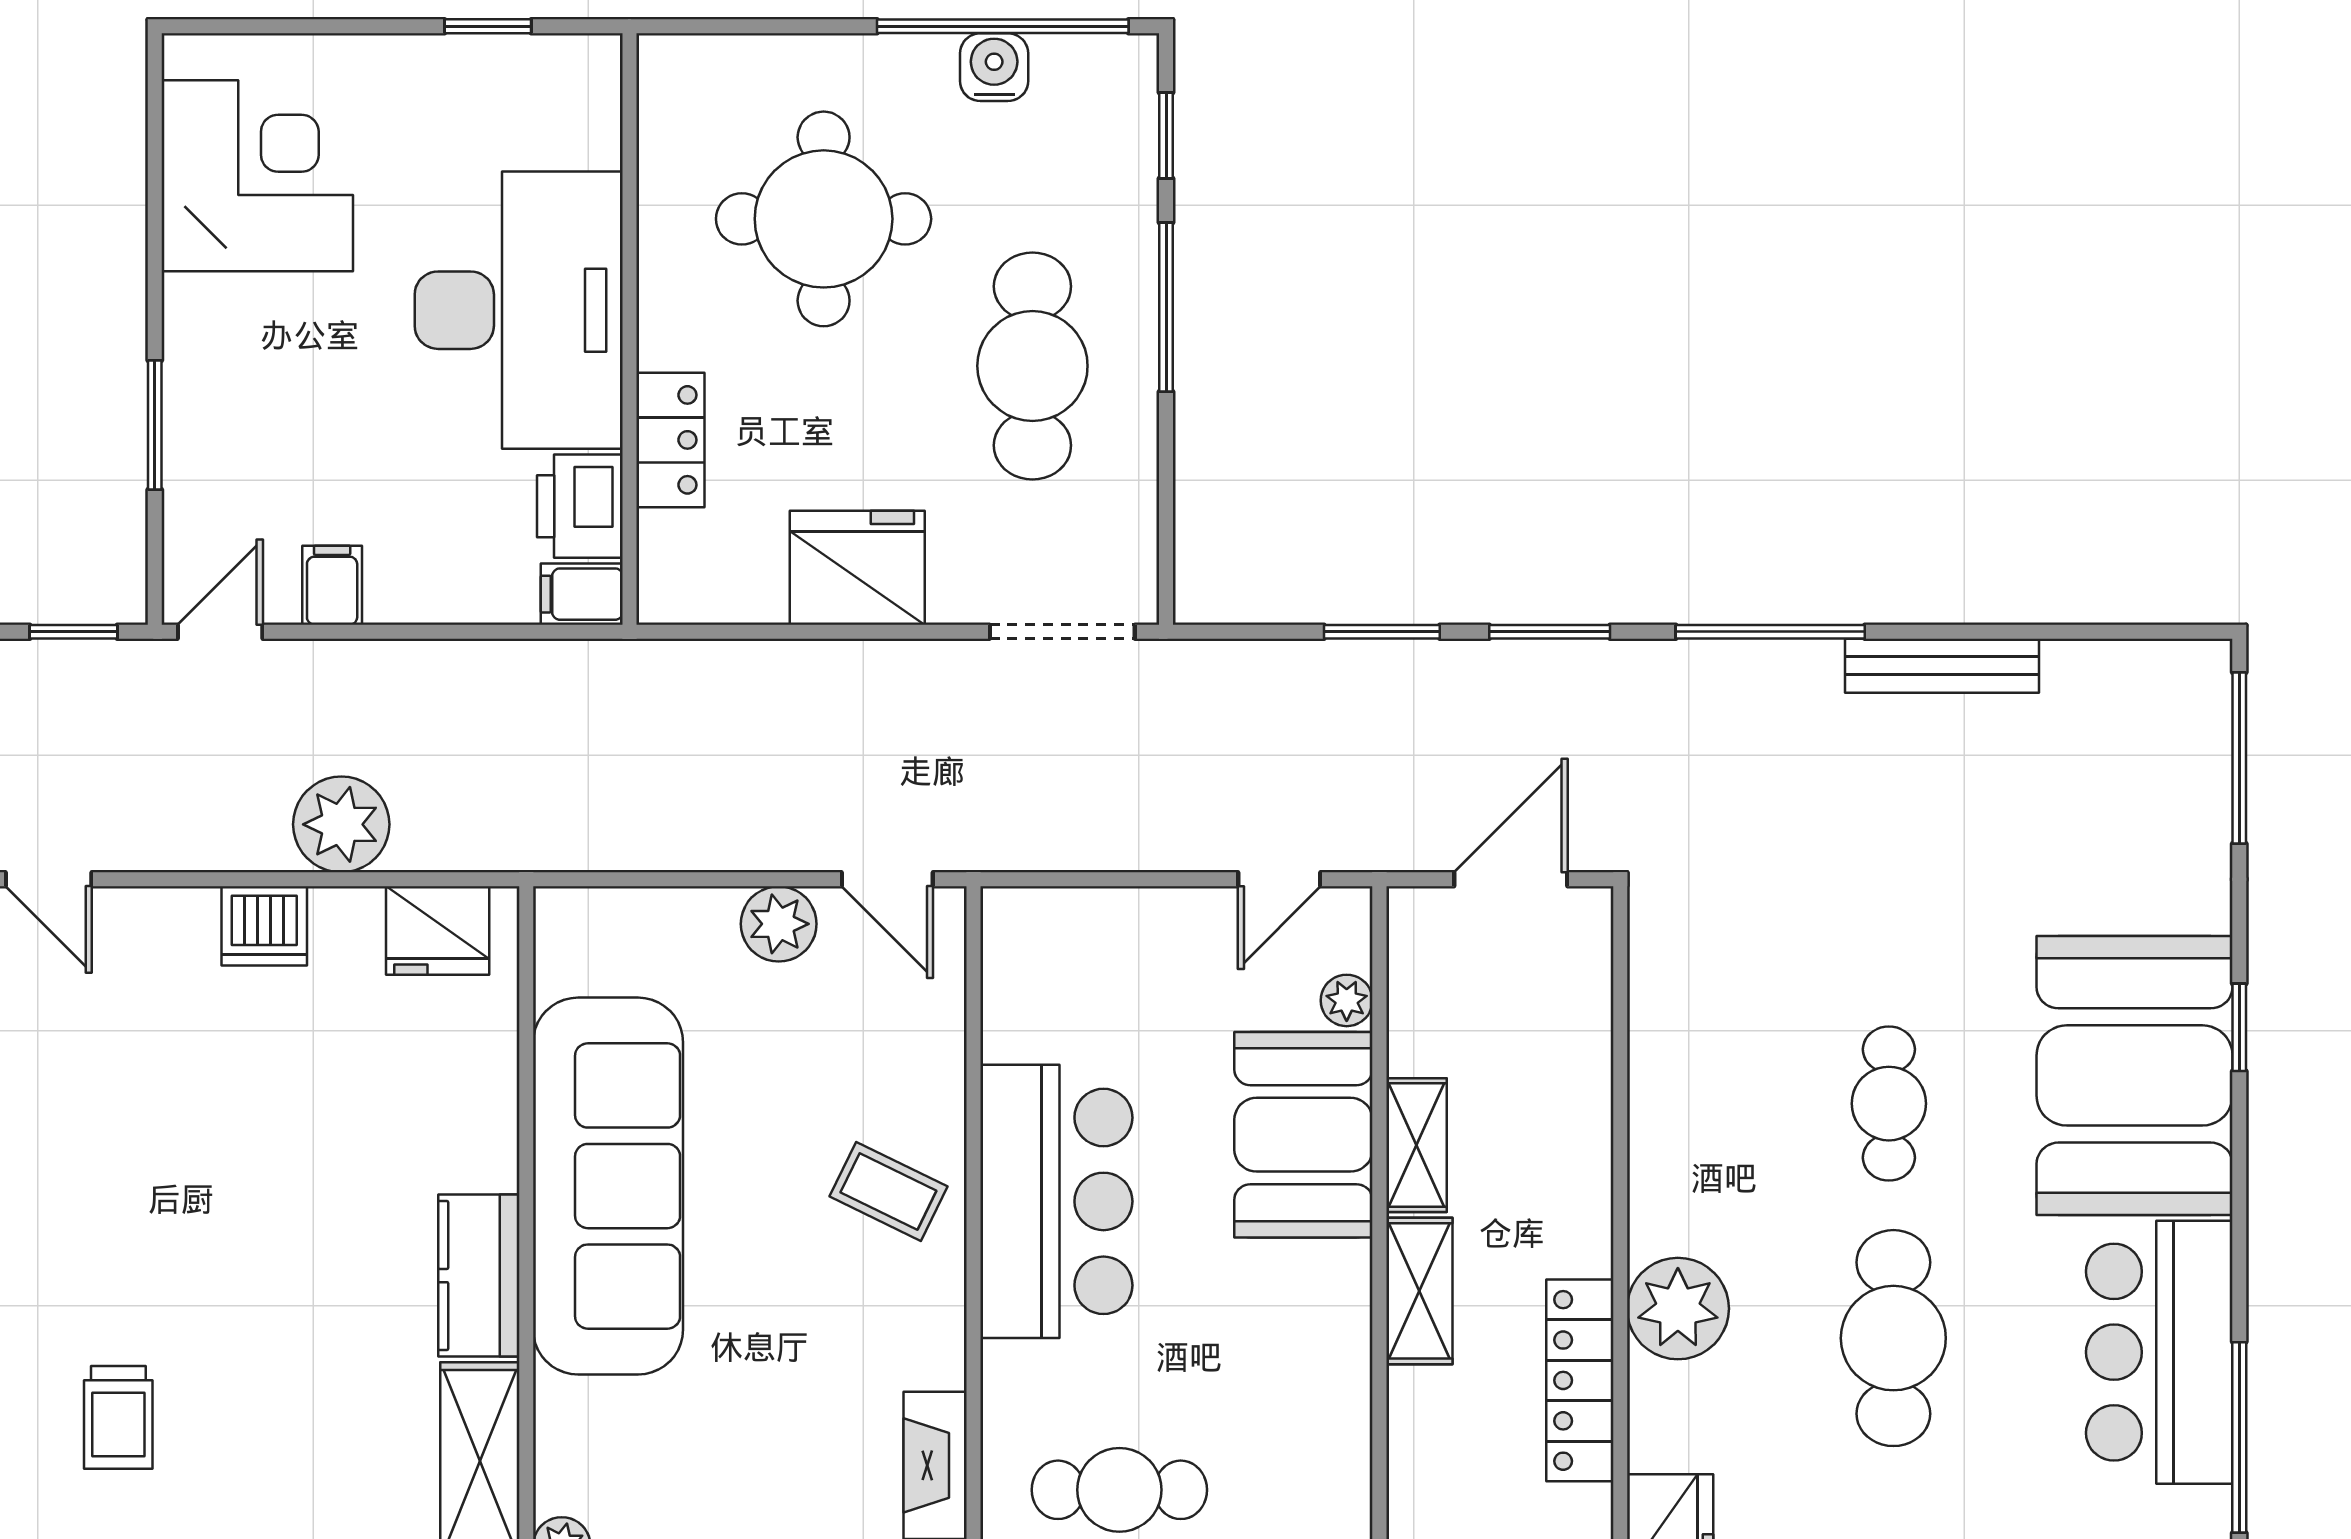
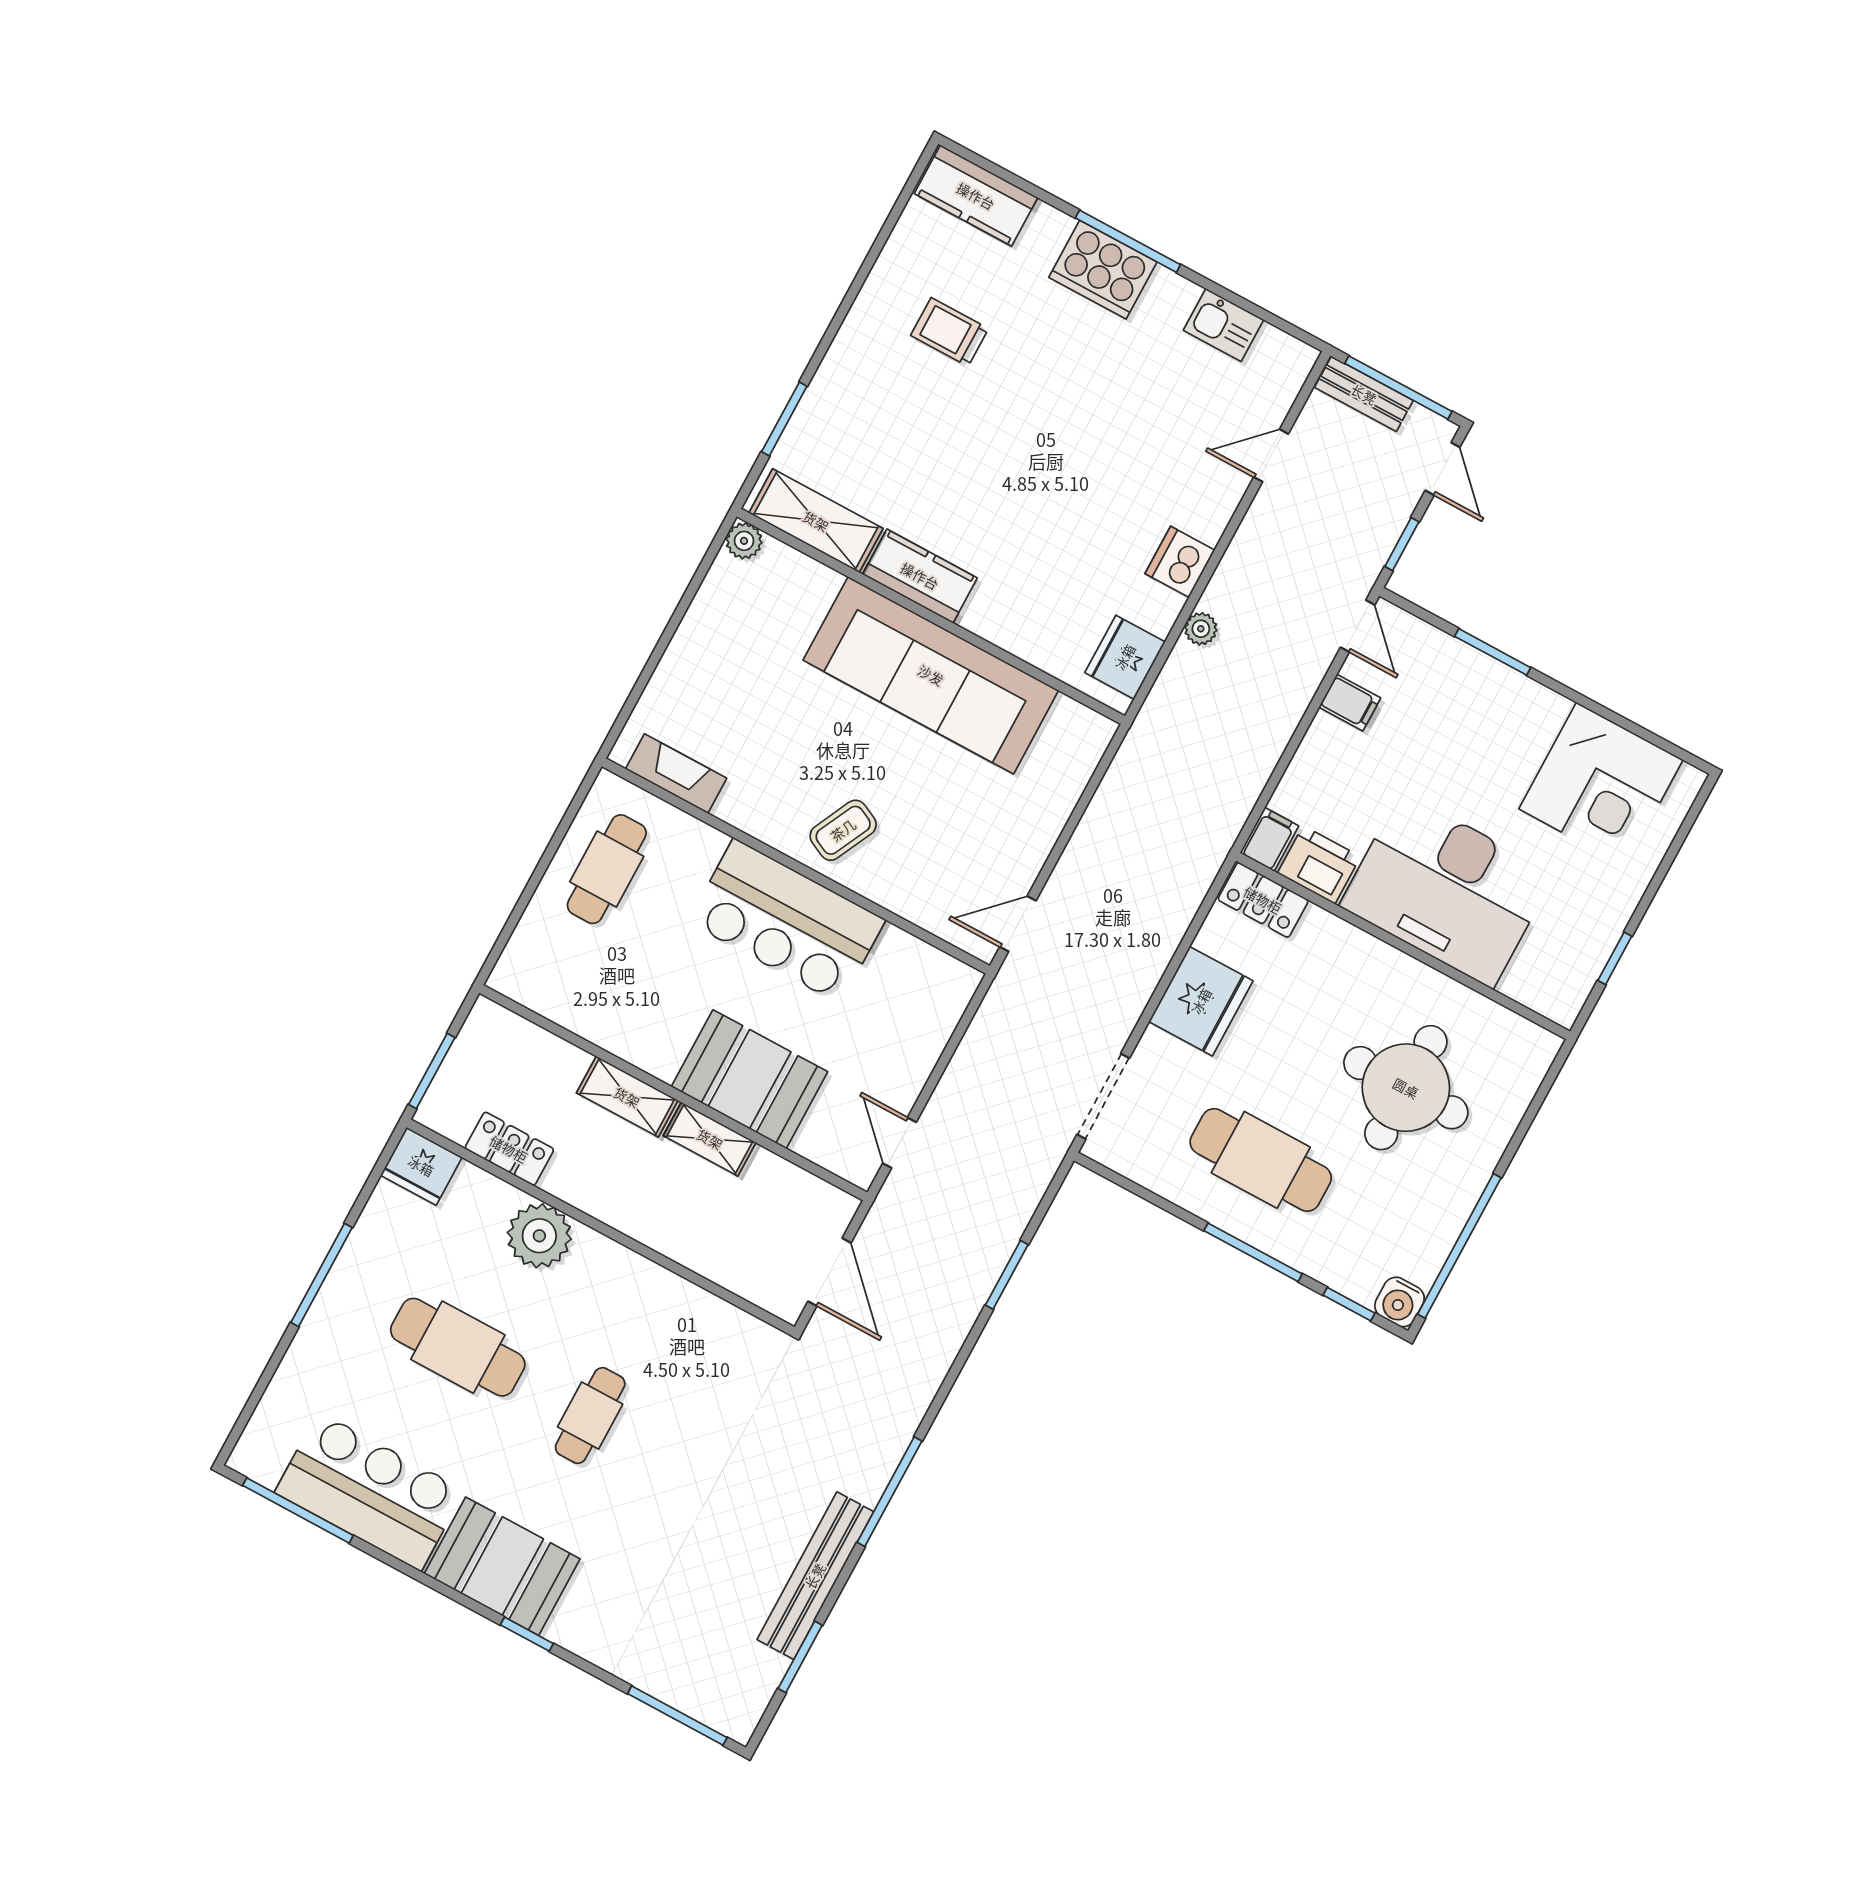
water cooler: (994, 67) -> (1400, 1302), moved, turned 90
locker: (670, 440) -> (1263, 900), moved
window: (1550, 632) -> (800, 1657), moved
bench: (1942, 666) -> (815, 1576), width x1.37, depth x1.21
plant: (341, 824) -> (1201, 629), width x0.53, depth x0.53
plant: (779, 924) -> (1026, 850), removed
plant: (1347, 1000) -> (811, 1144), removed
booth: (2135, 1075) -> (502, 1566), width x0.73, depth x0.70
cafe table: (1889, 1104) -> (590, 1415), turned 90
locker: (1580, 1380) -> (509, 1149), width x0.66

